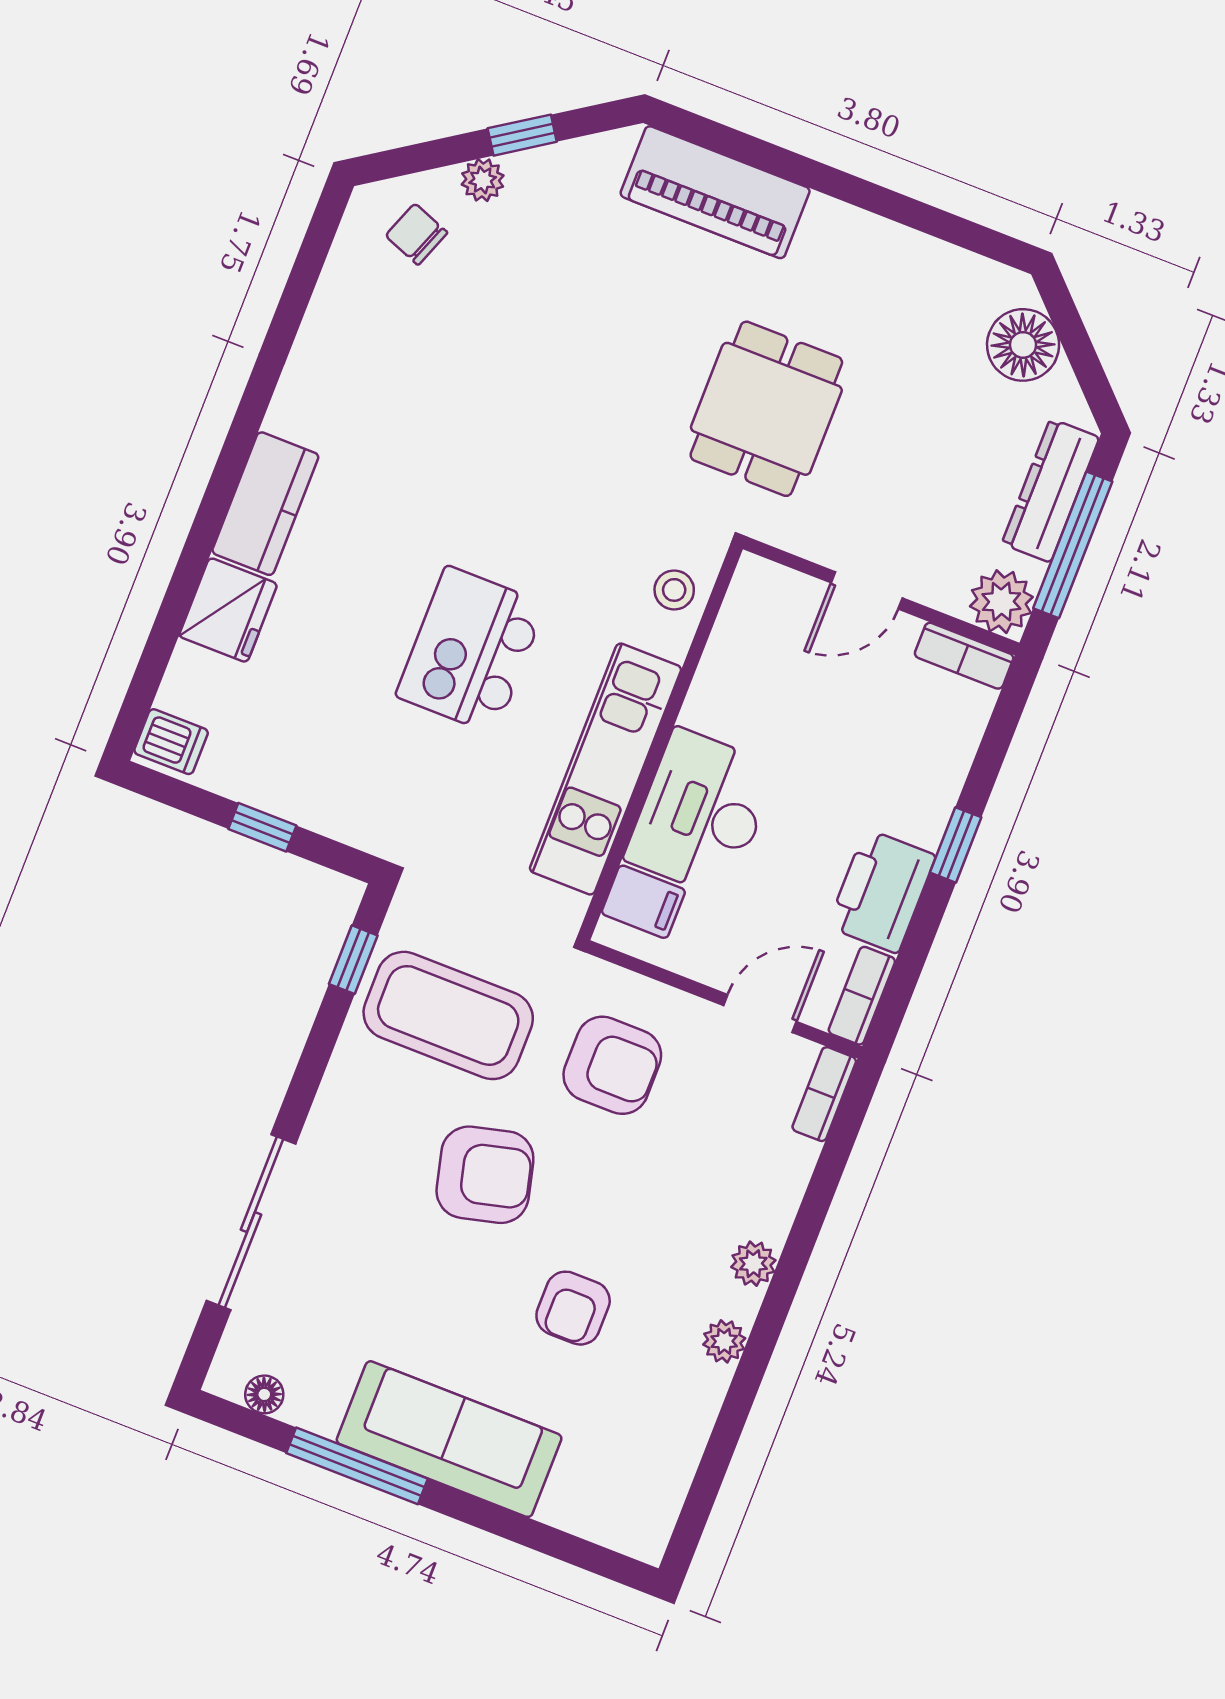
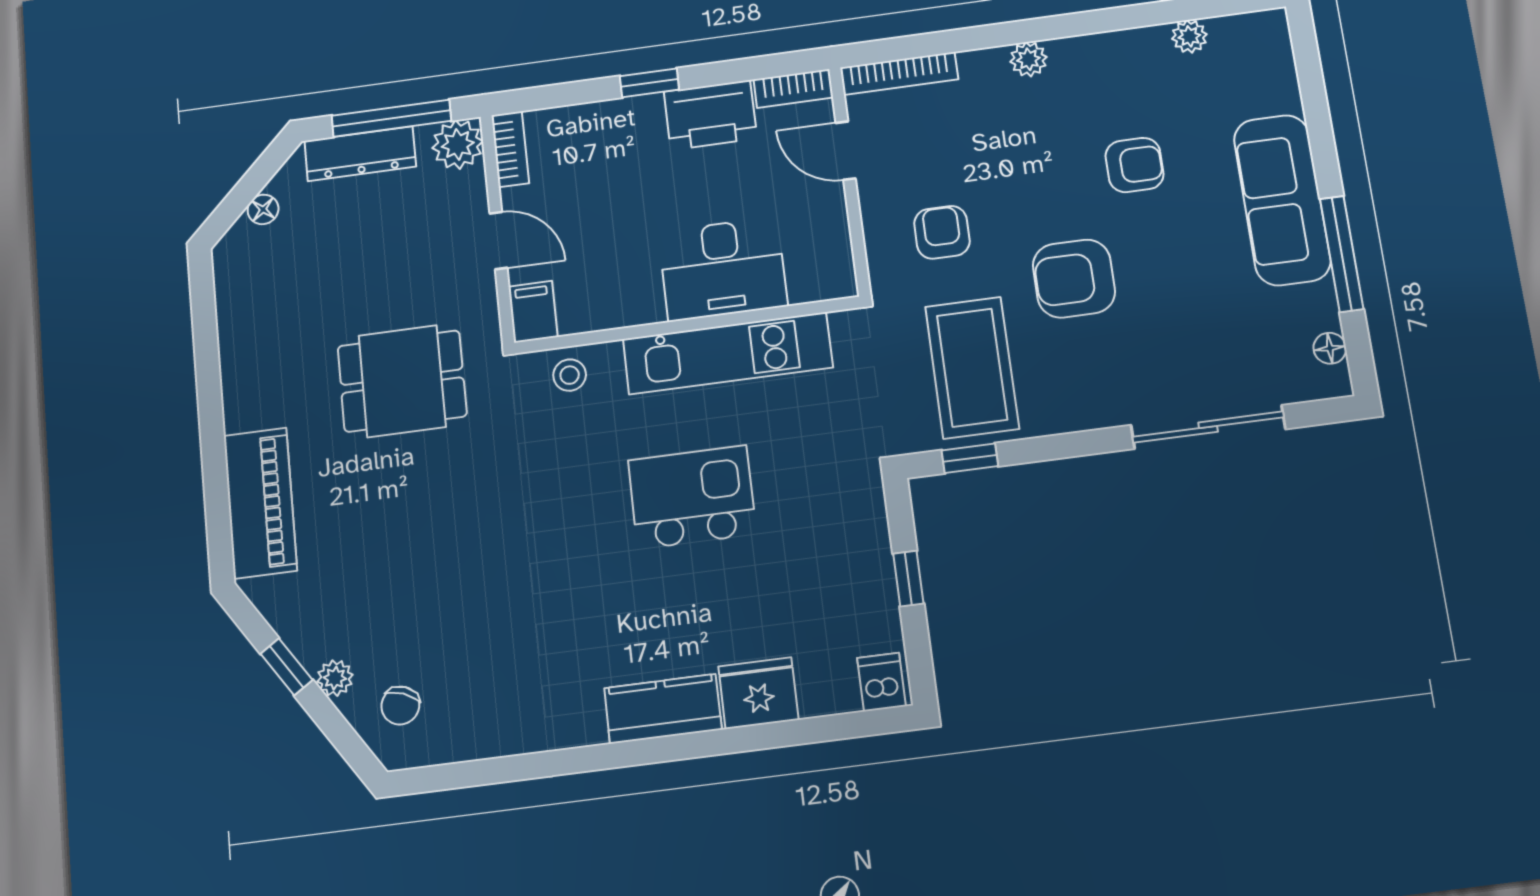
floor lamp: (1023, 345) -> (263, 209), width x0.53, depth x0.53
kitchen island: (471, 650) -> (692, 497), turned 180
filing cabinet: (643, 902) -> (533, 312), moved
armchair: (612, 1065) -> (942, 232), width x0.72, depth x0.72
bookcase: (824, 1094) -> (899, 73), width x1.56
armchair: (485, 1175) -> (1074, 279), turned -76
plant: (724, 1341) -> (1189, 36), moved

